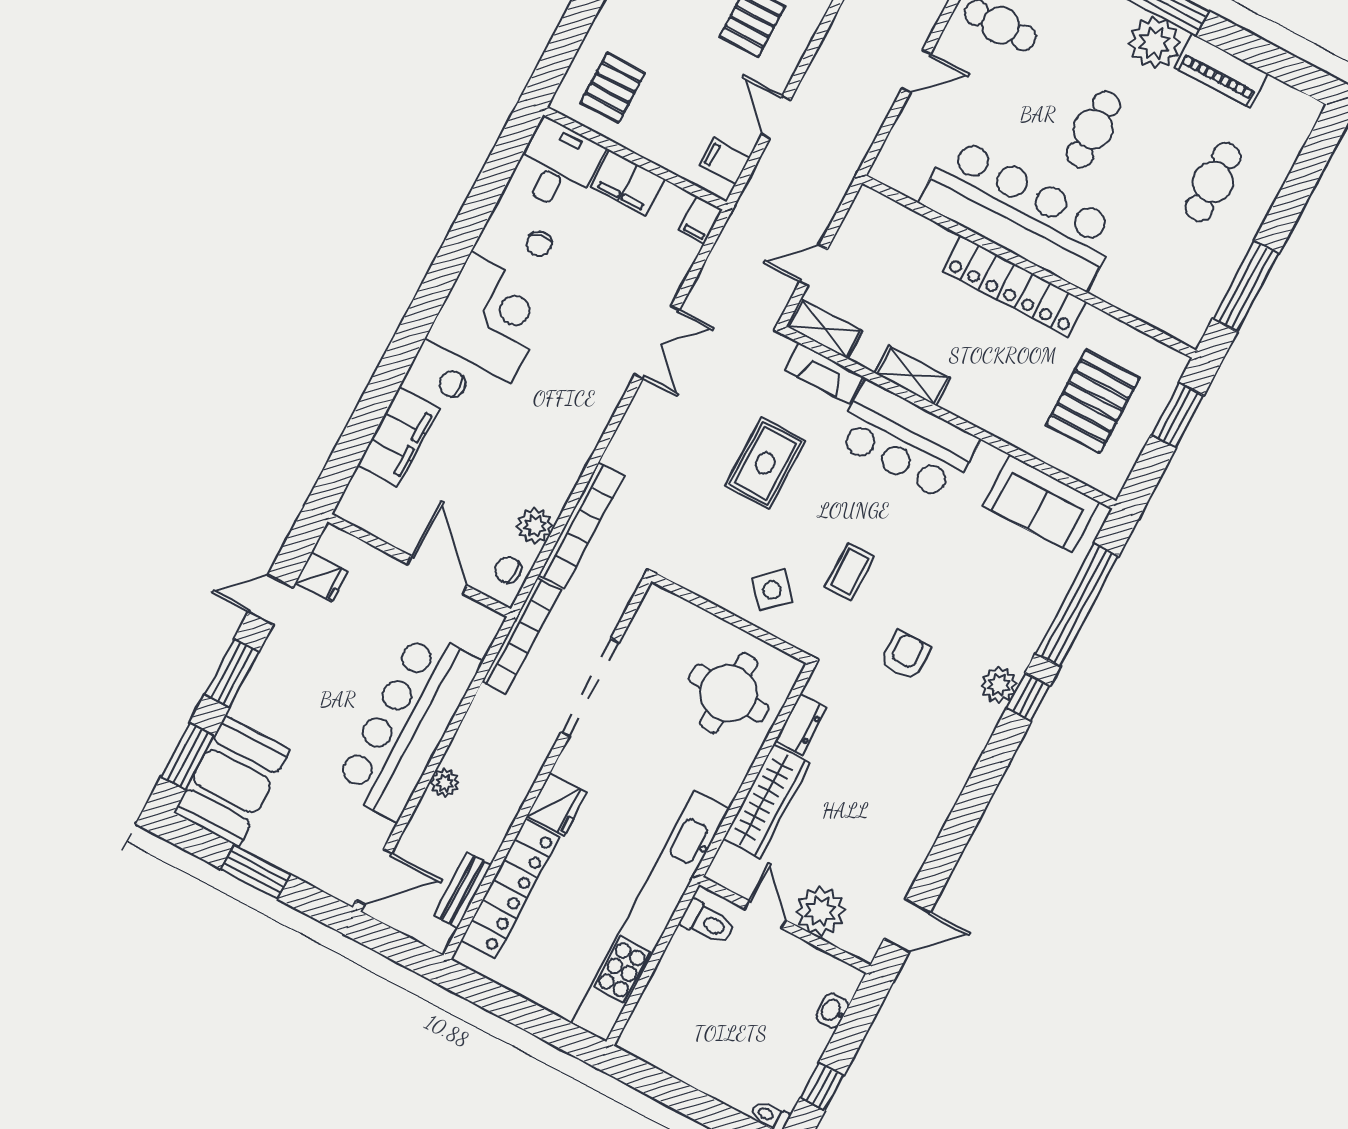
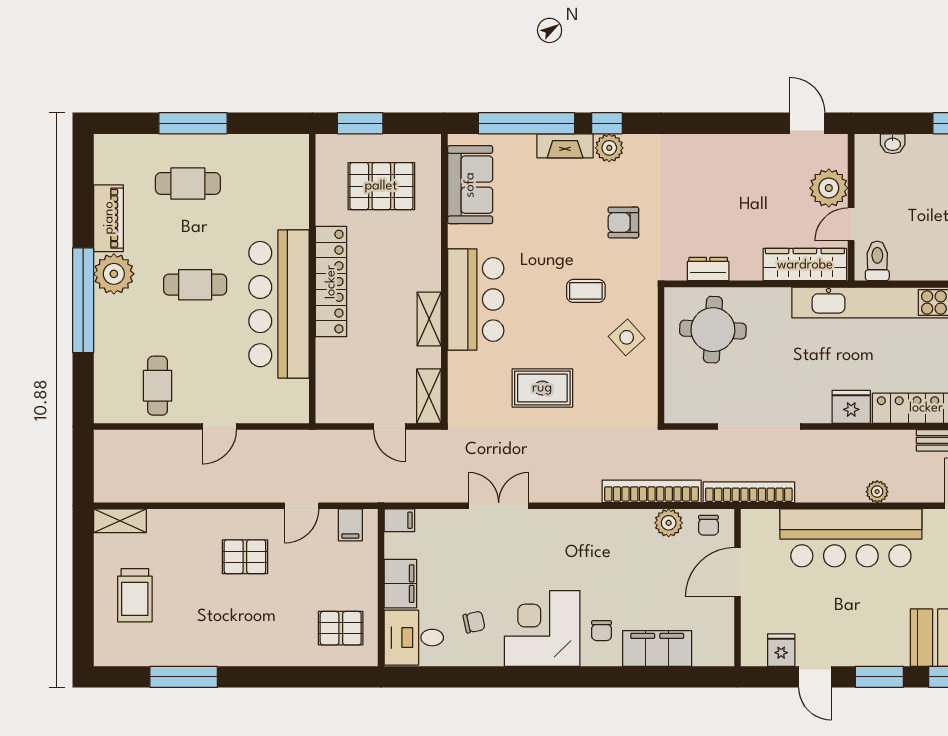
door: (916, 71) -> (219, 426), swing flipped
window: (1246, 286) -> (193, 123), moved
fireplace: (824, 373) -> (565, 146), moved, turned 90
wardrobe: (767, 801) -> (805, 265), moved

